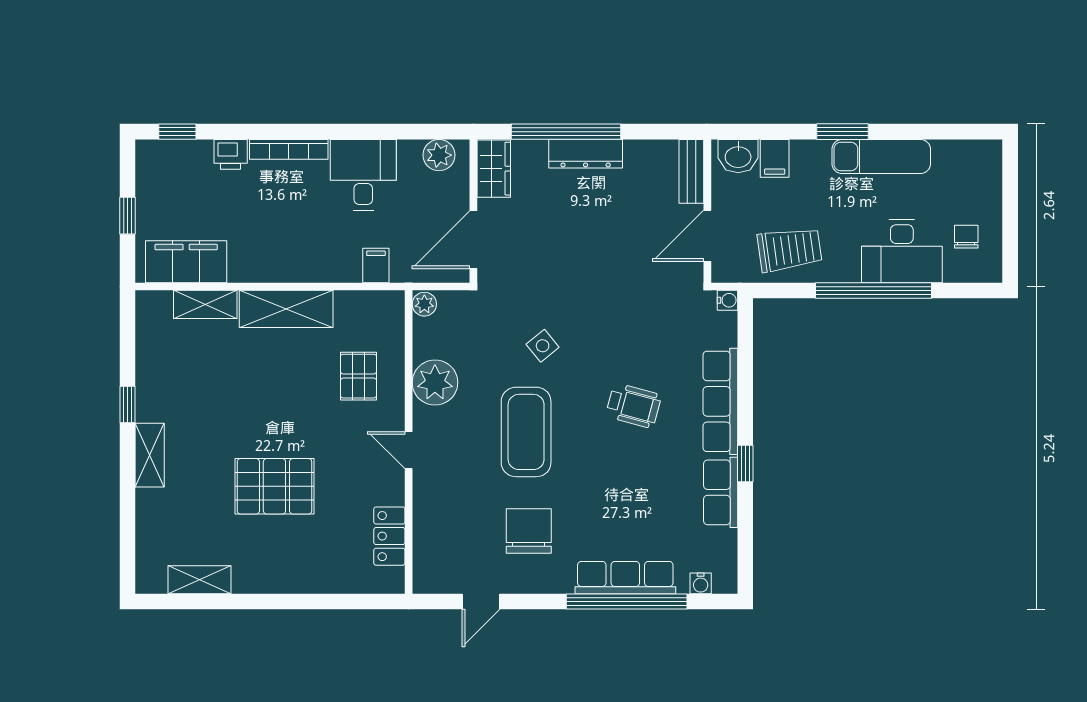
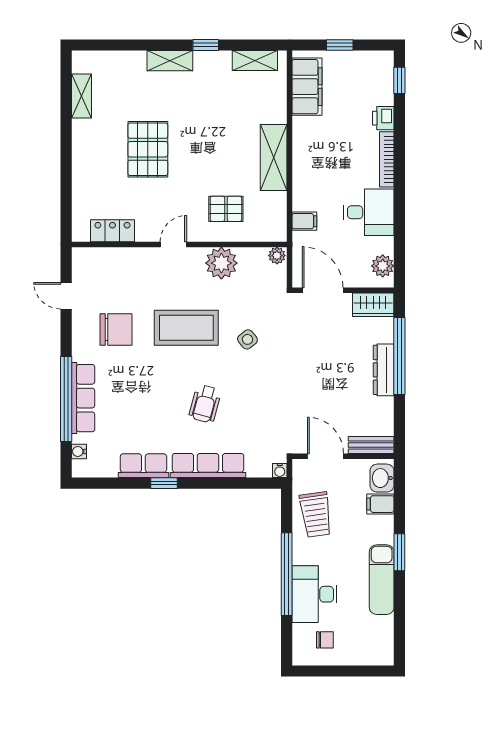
shelving: (205, 304) -> (255, 61), moved, turned 90

